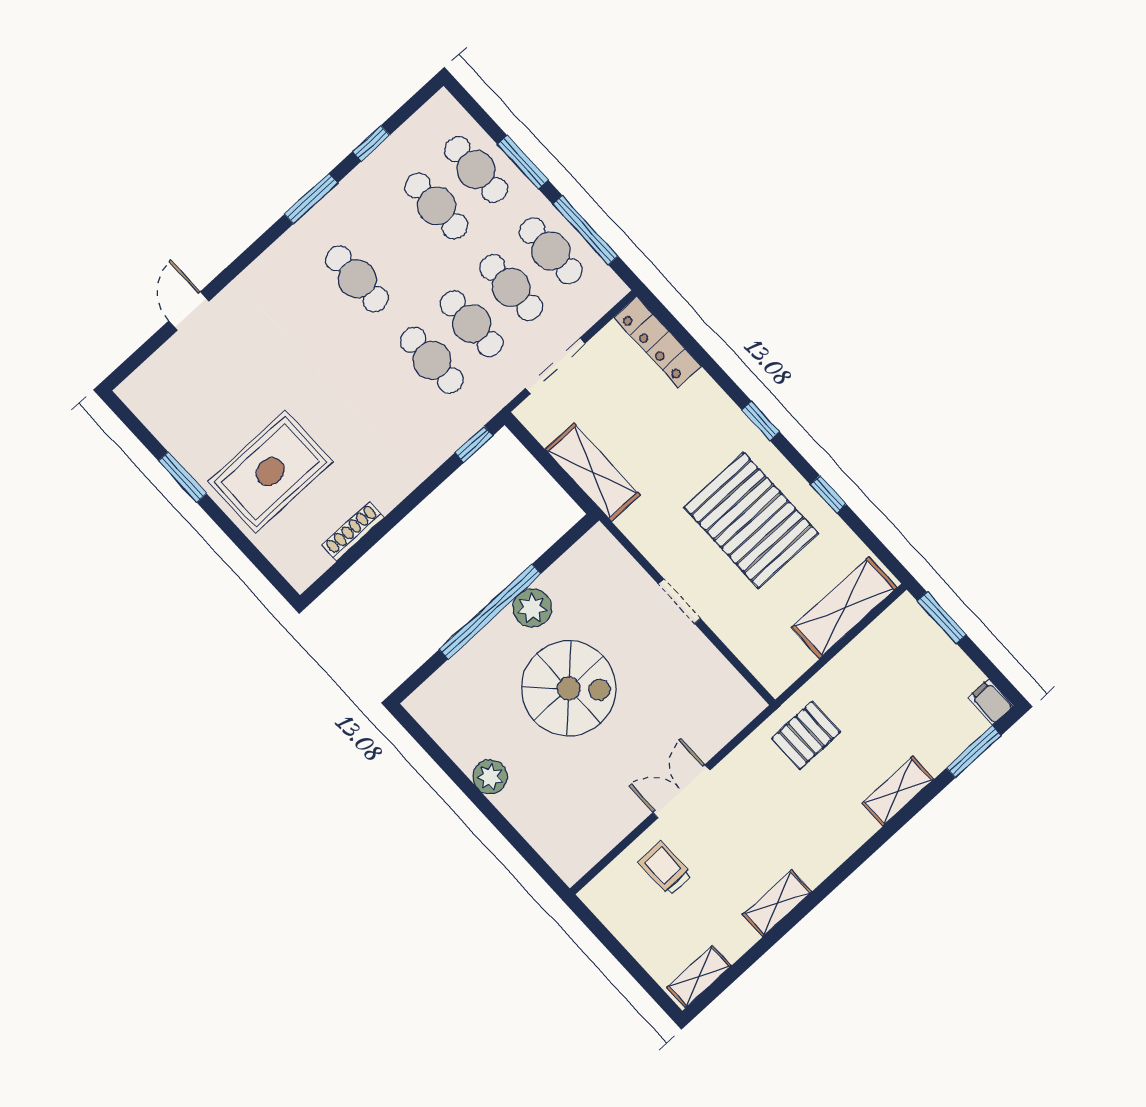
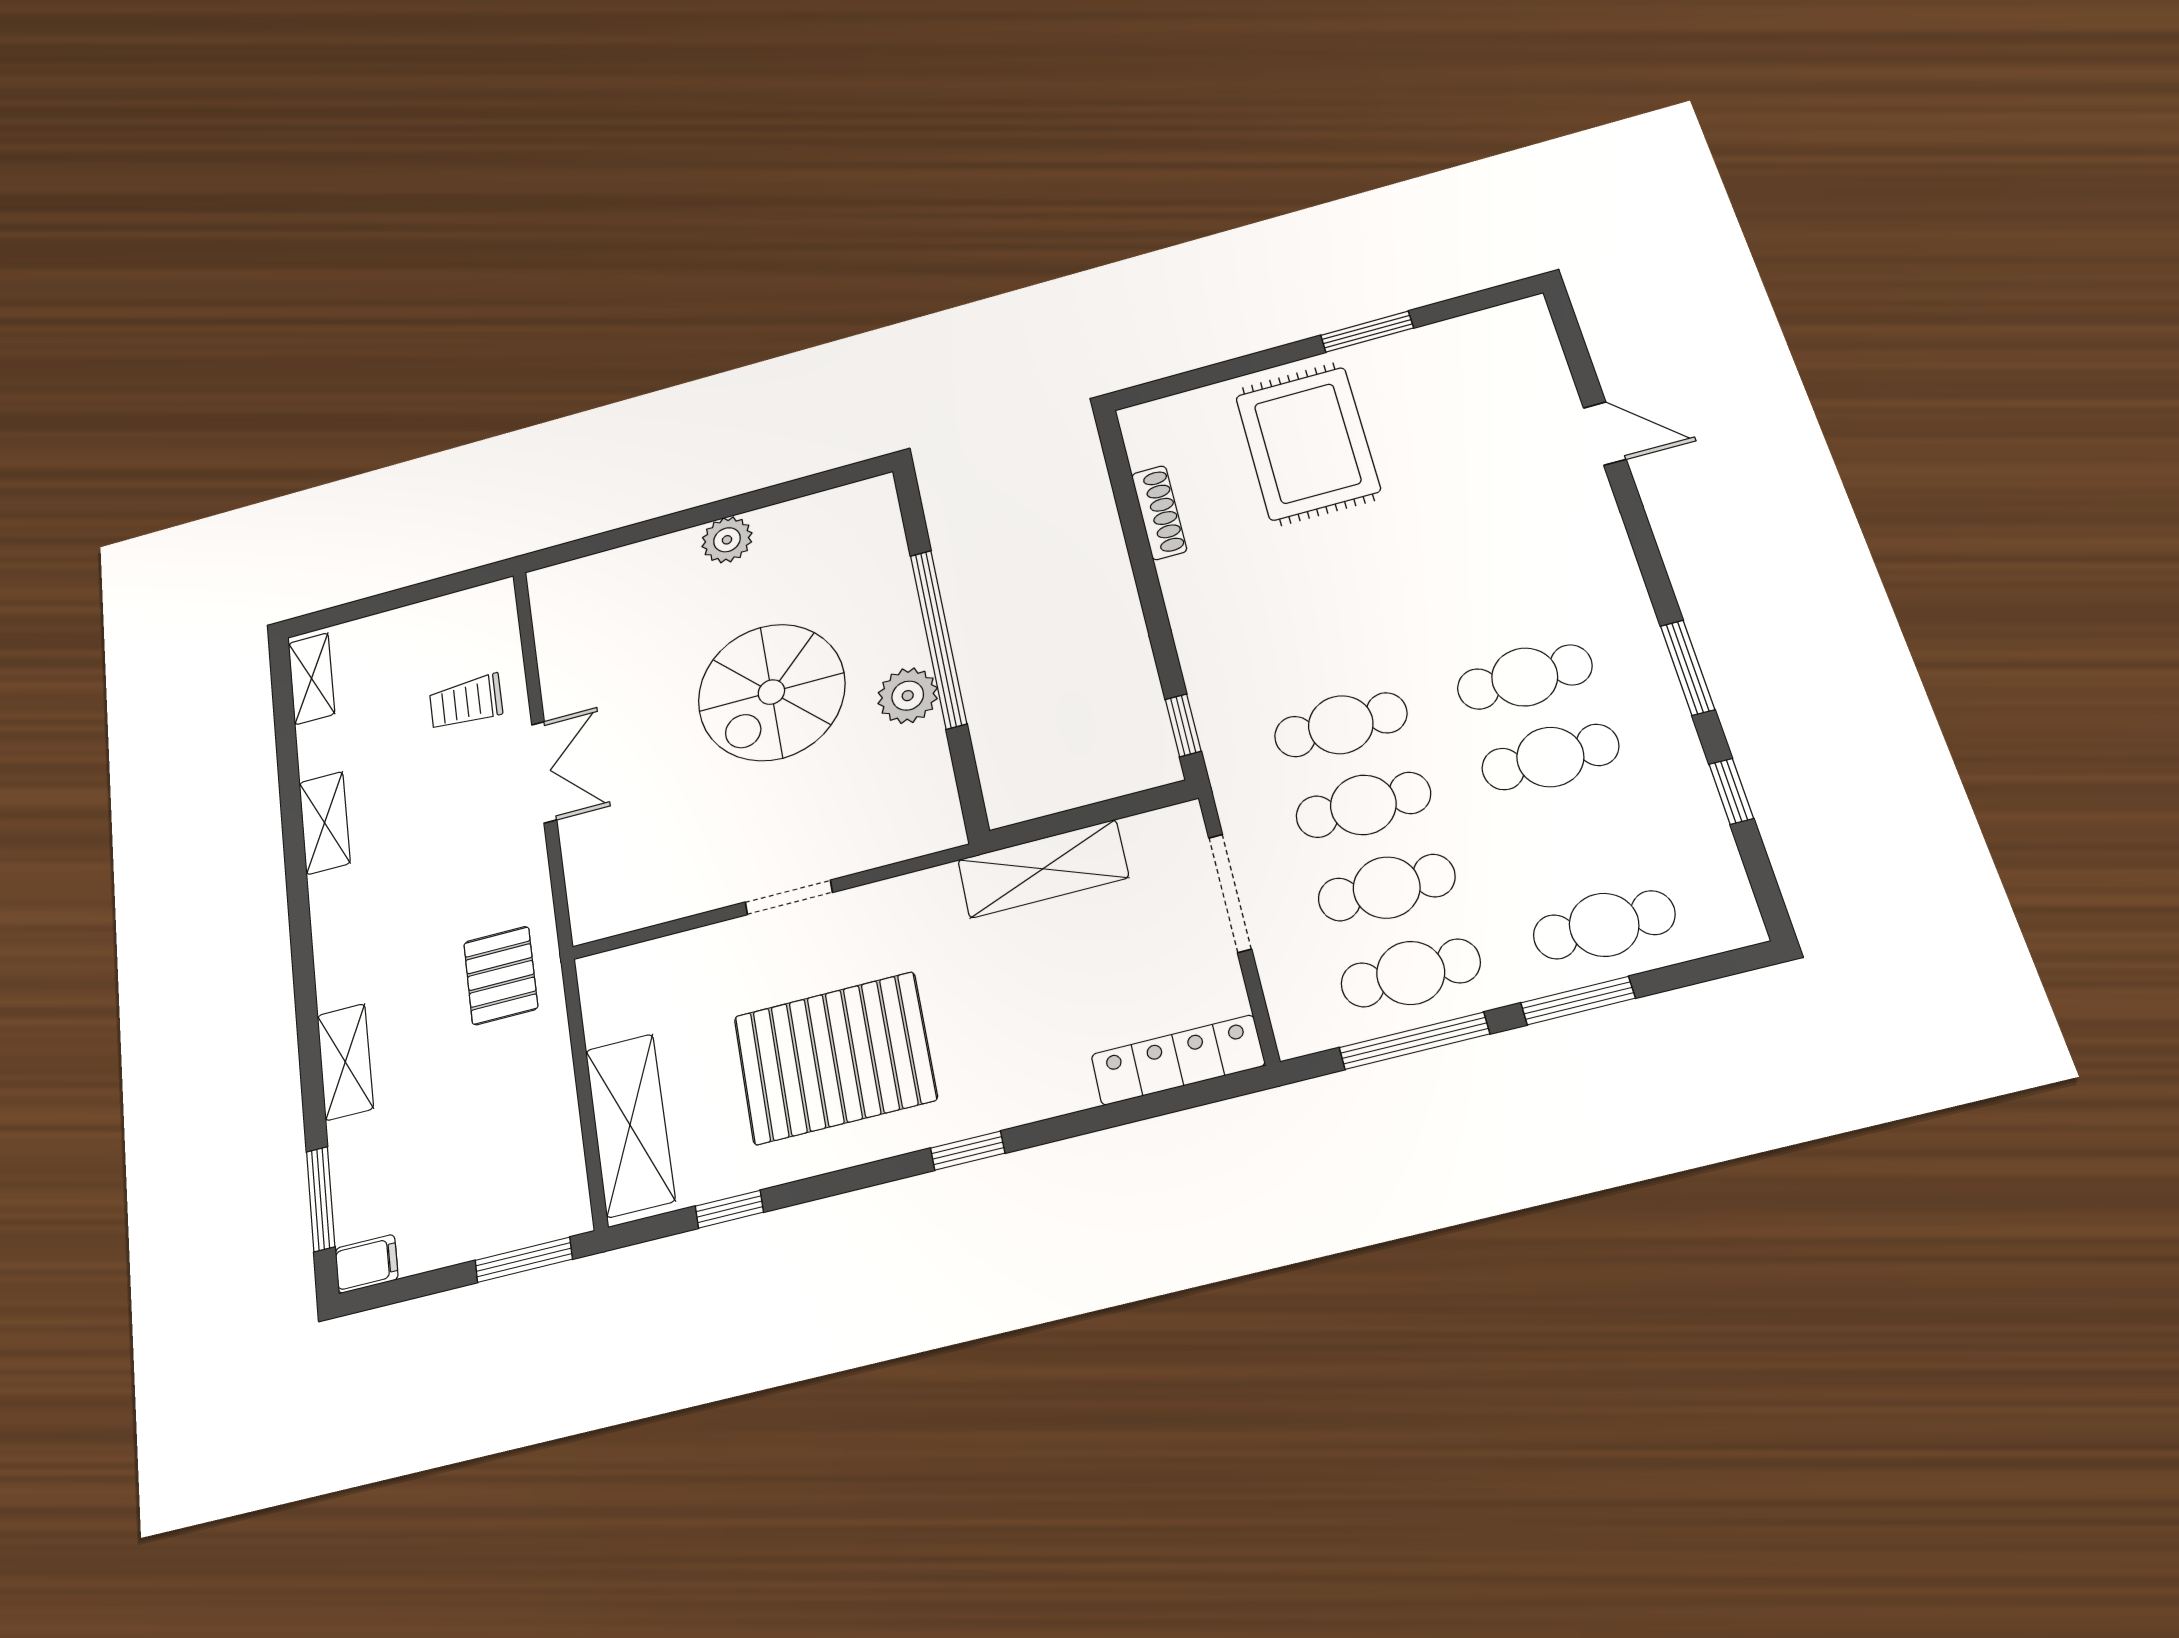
cafe table: (436, 206) -> (1550, 757), moved
window: (828, 494) -> (729, 1209), moved
trolley: (665, 868) -> (466, 702), turned 180

